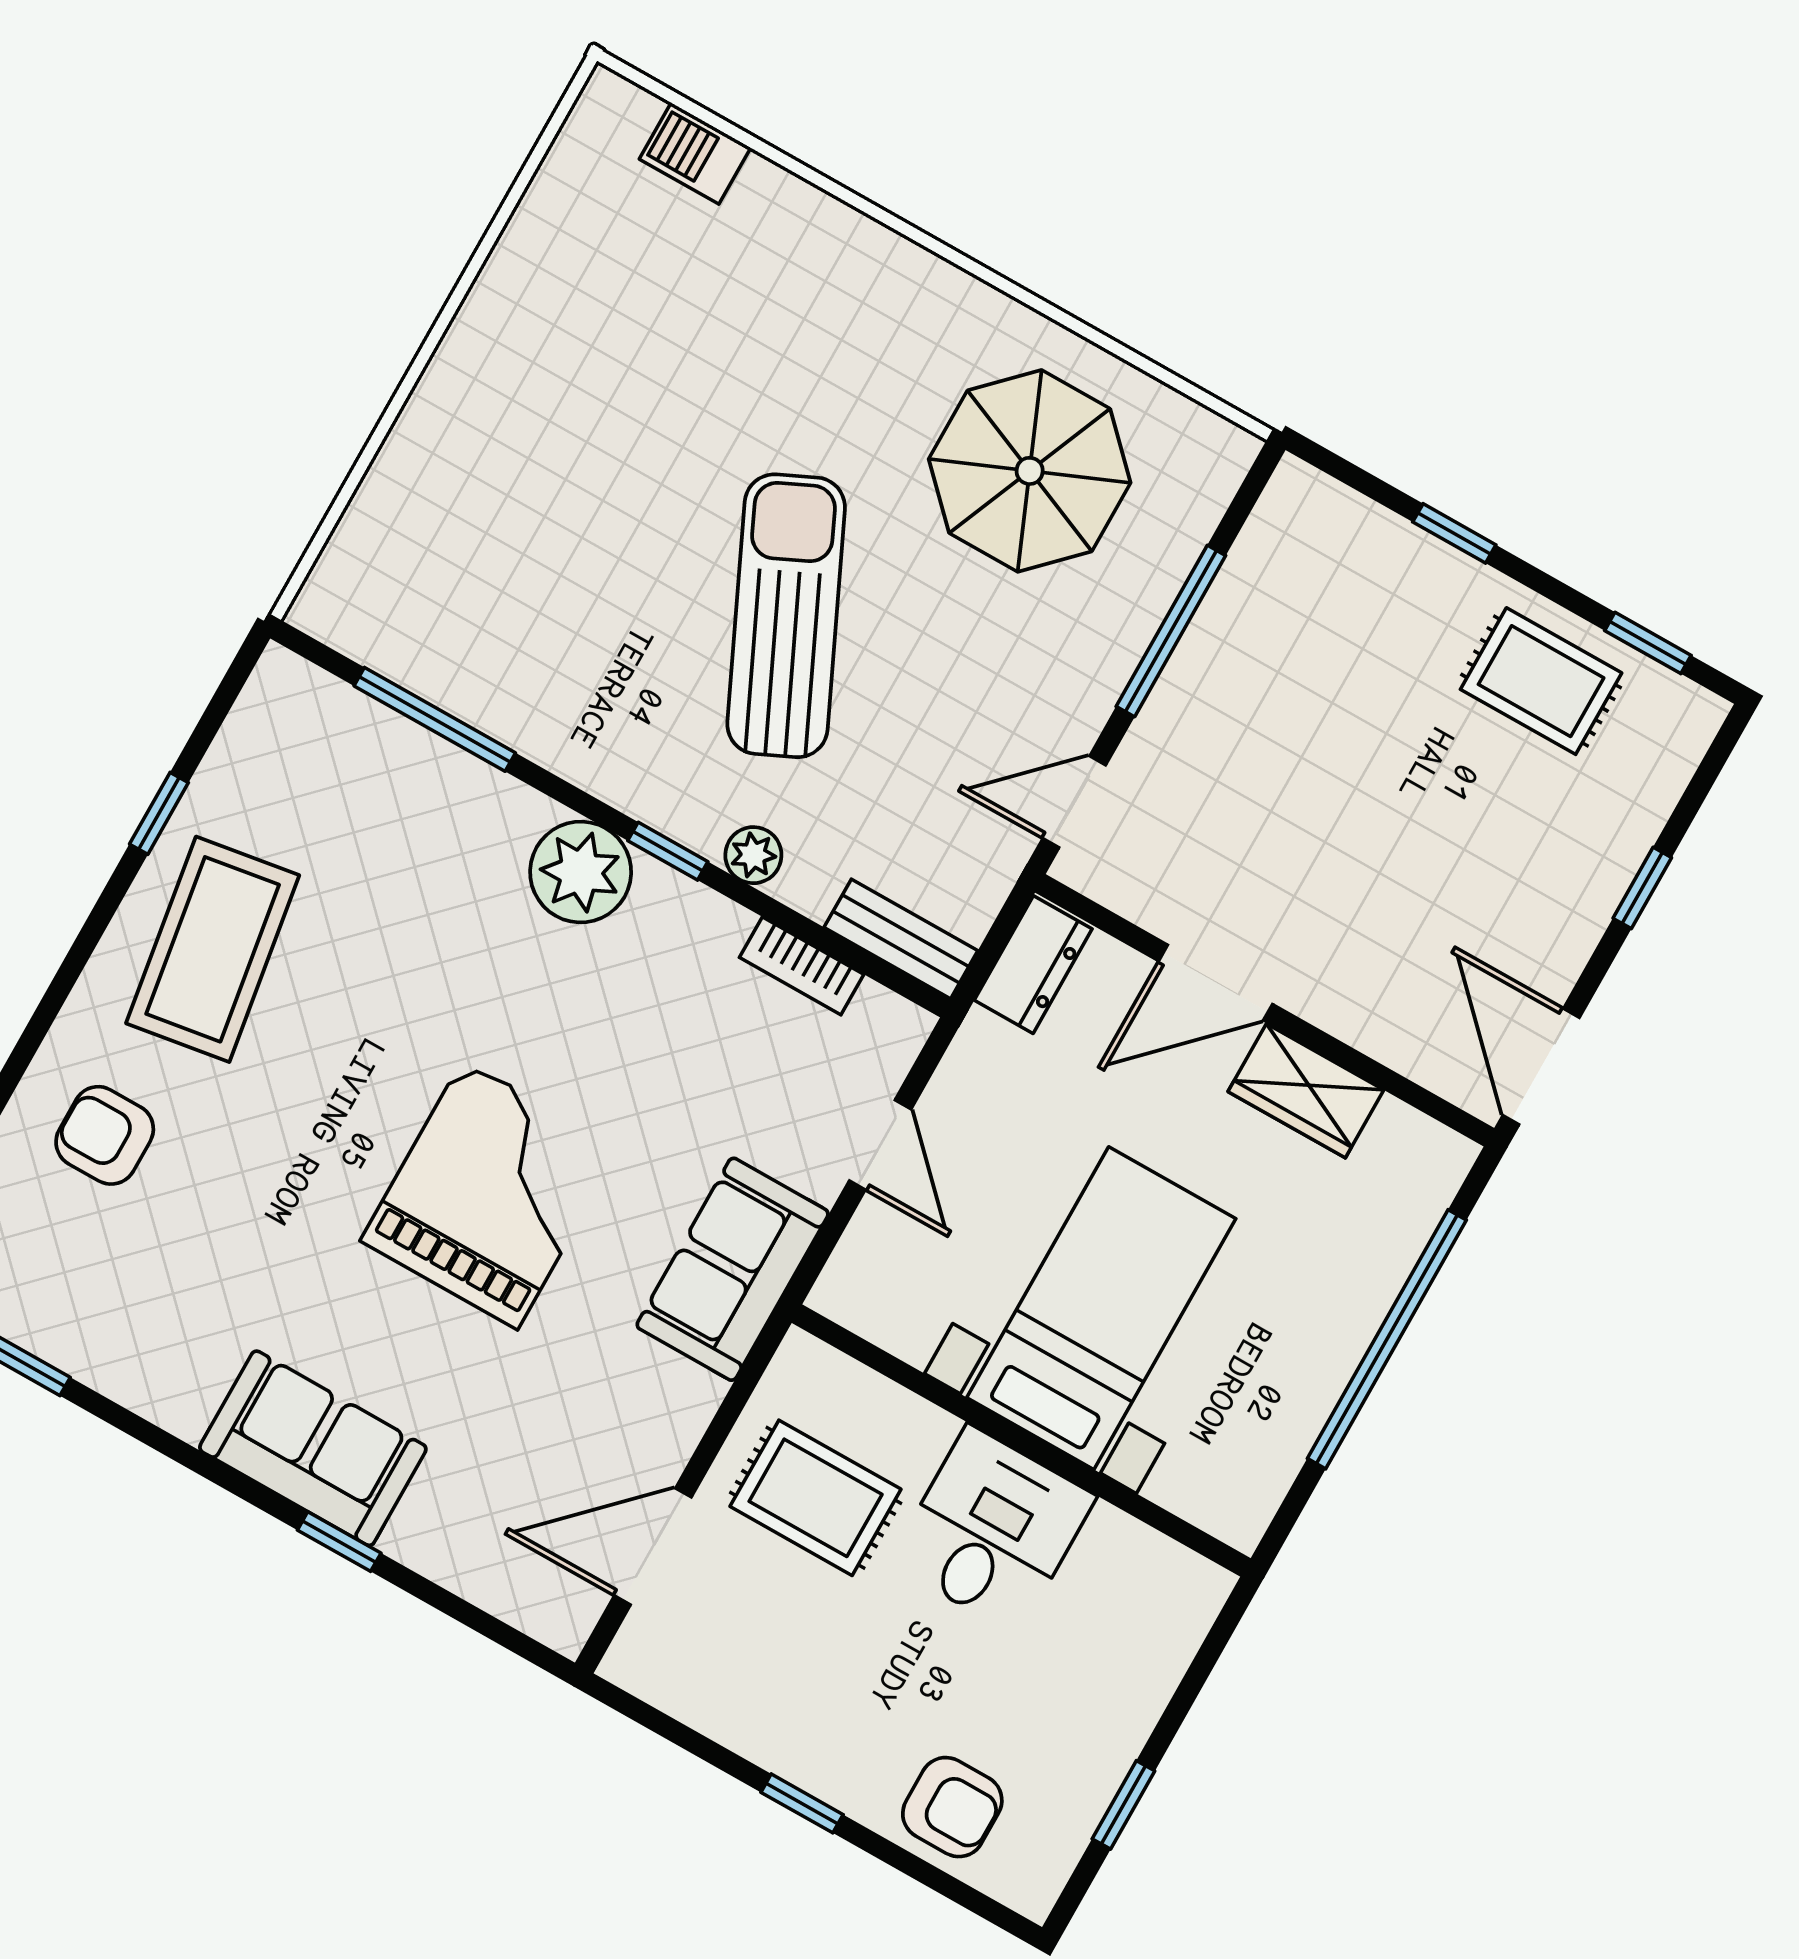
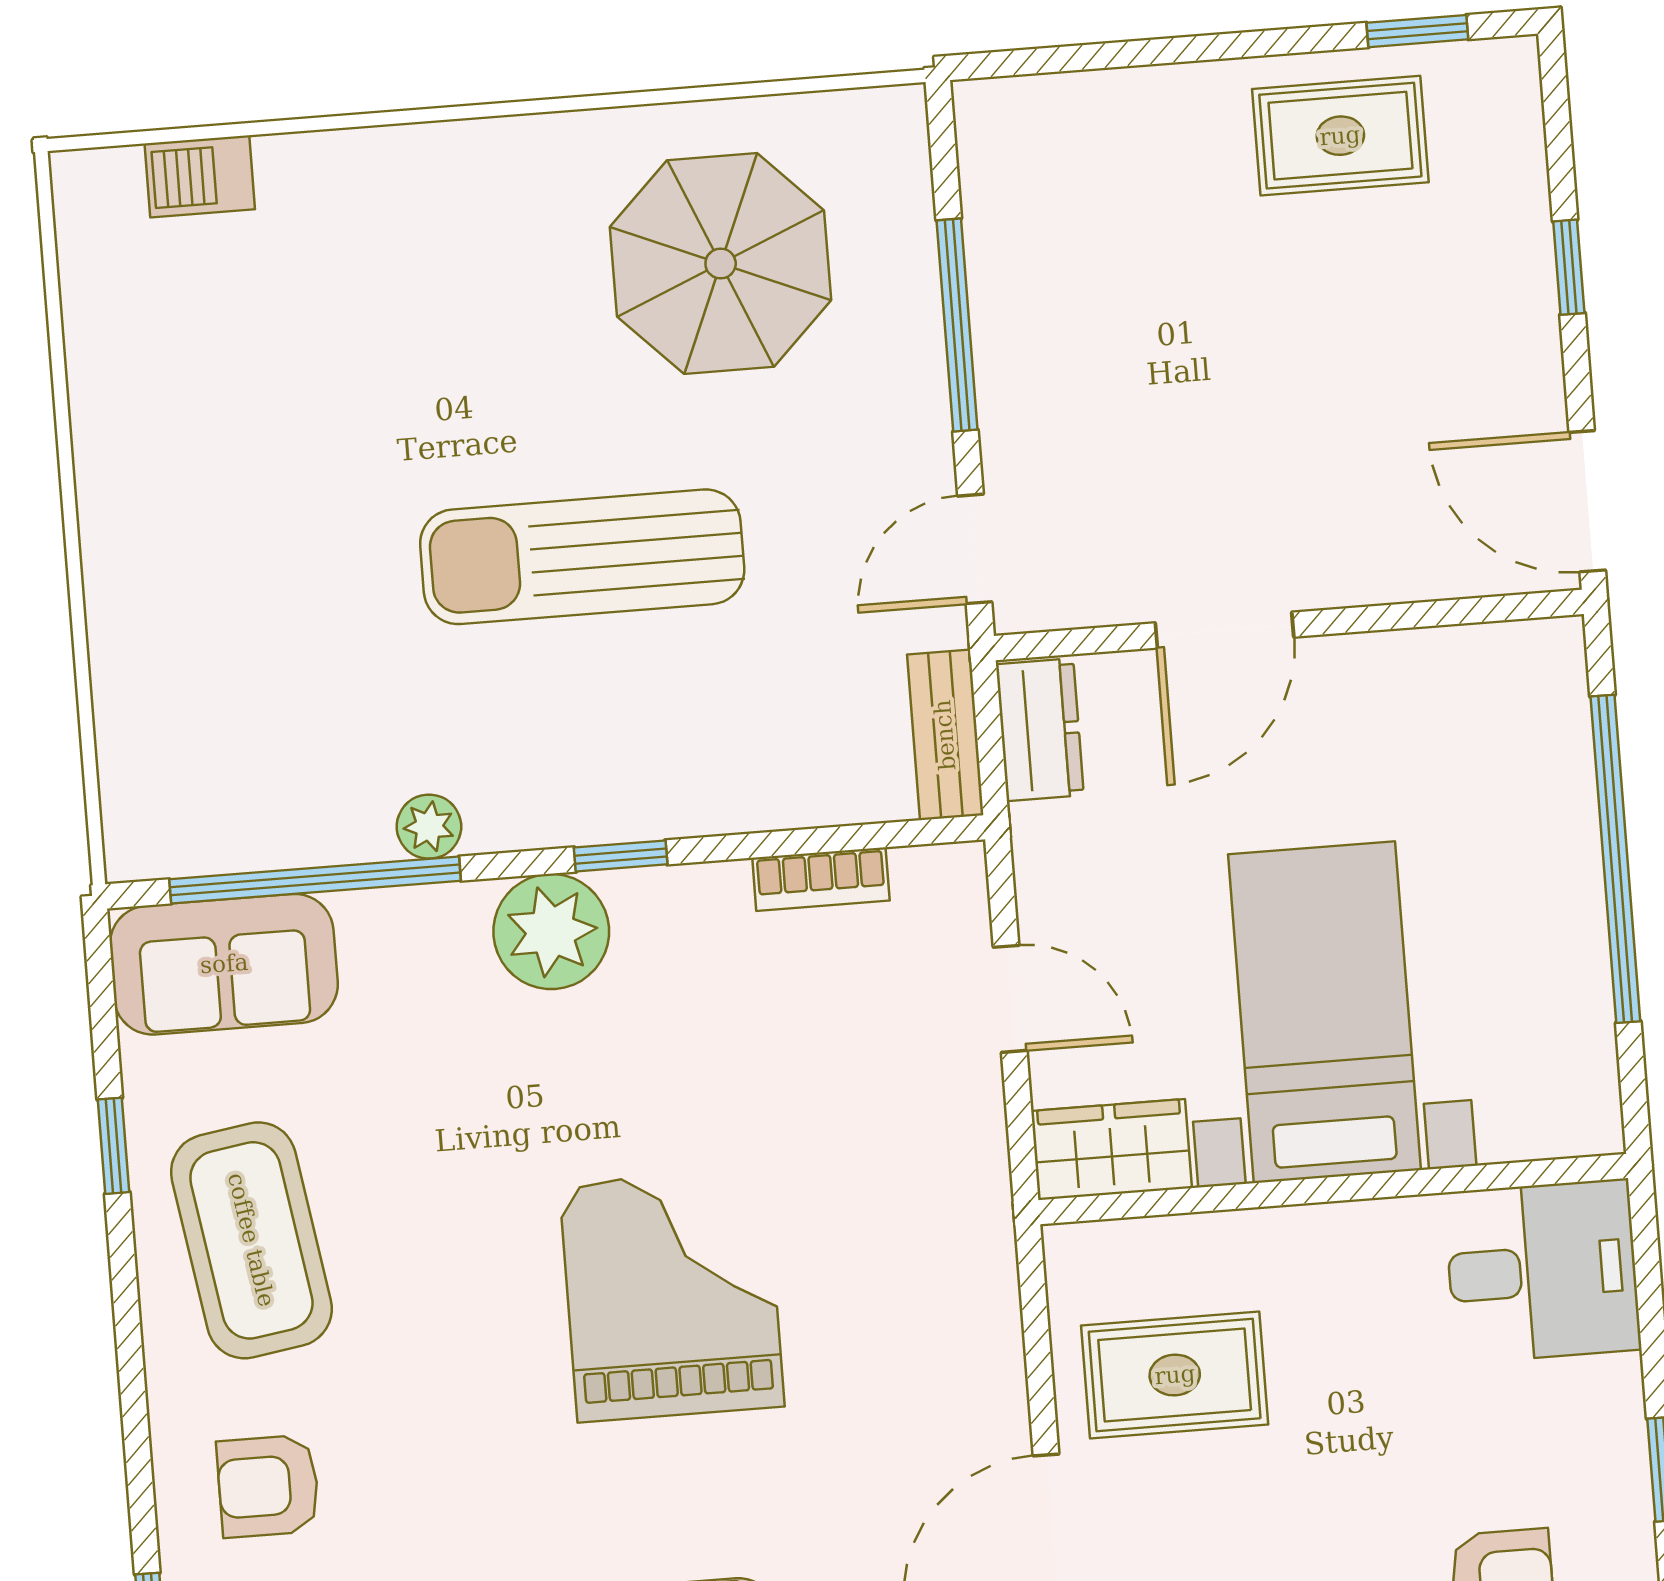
window: (1454, 533) -> (1163, 51), removed
sun lounger: (786, 616) -> (582, 557), turned -65
window: (435, 719) -> (315, 880), width x1.46
plant: (753, 855) -> (429, 827), moved
bench: (901, 939) -> (945, 735), moved, turned 90
wardrobe: (1306, 1091) -> (1112, 1149), moved, turned 180
sofa: (733, 1269) -> (224, 964), moved, turned -90
desk: (993, 1530) -> (1542, 1271), moved, turned 90

